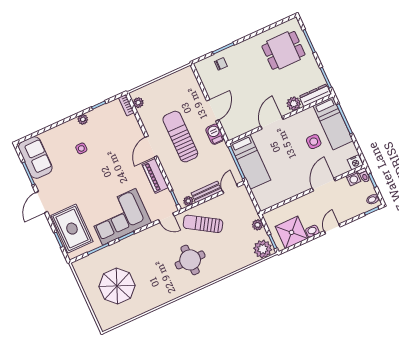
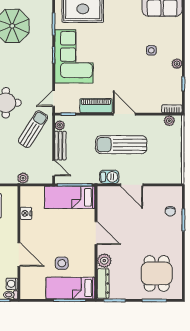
sun lounger: (180, 137) -> (121, 145), turned 180
nightstand: (355, 162) -> (26, 213), moved
plant: (258, 225) -> (23, 178), moved

